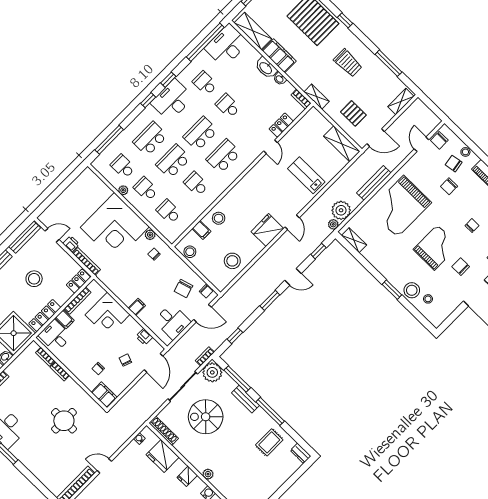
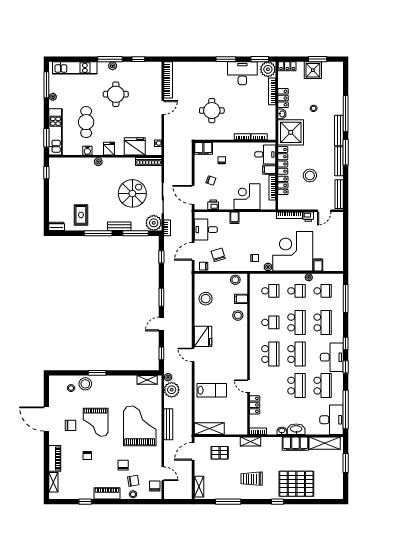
school desk: (205, 83) -> (323, 386), width x1.85
school desk: (228, 106) -> (296, 386), width x1.85
filing cabinet: (104, 193) -> (318, 265), added
locker: (78, 281) -> (283, 185), moved

